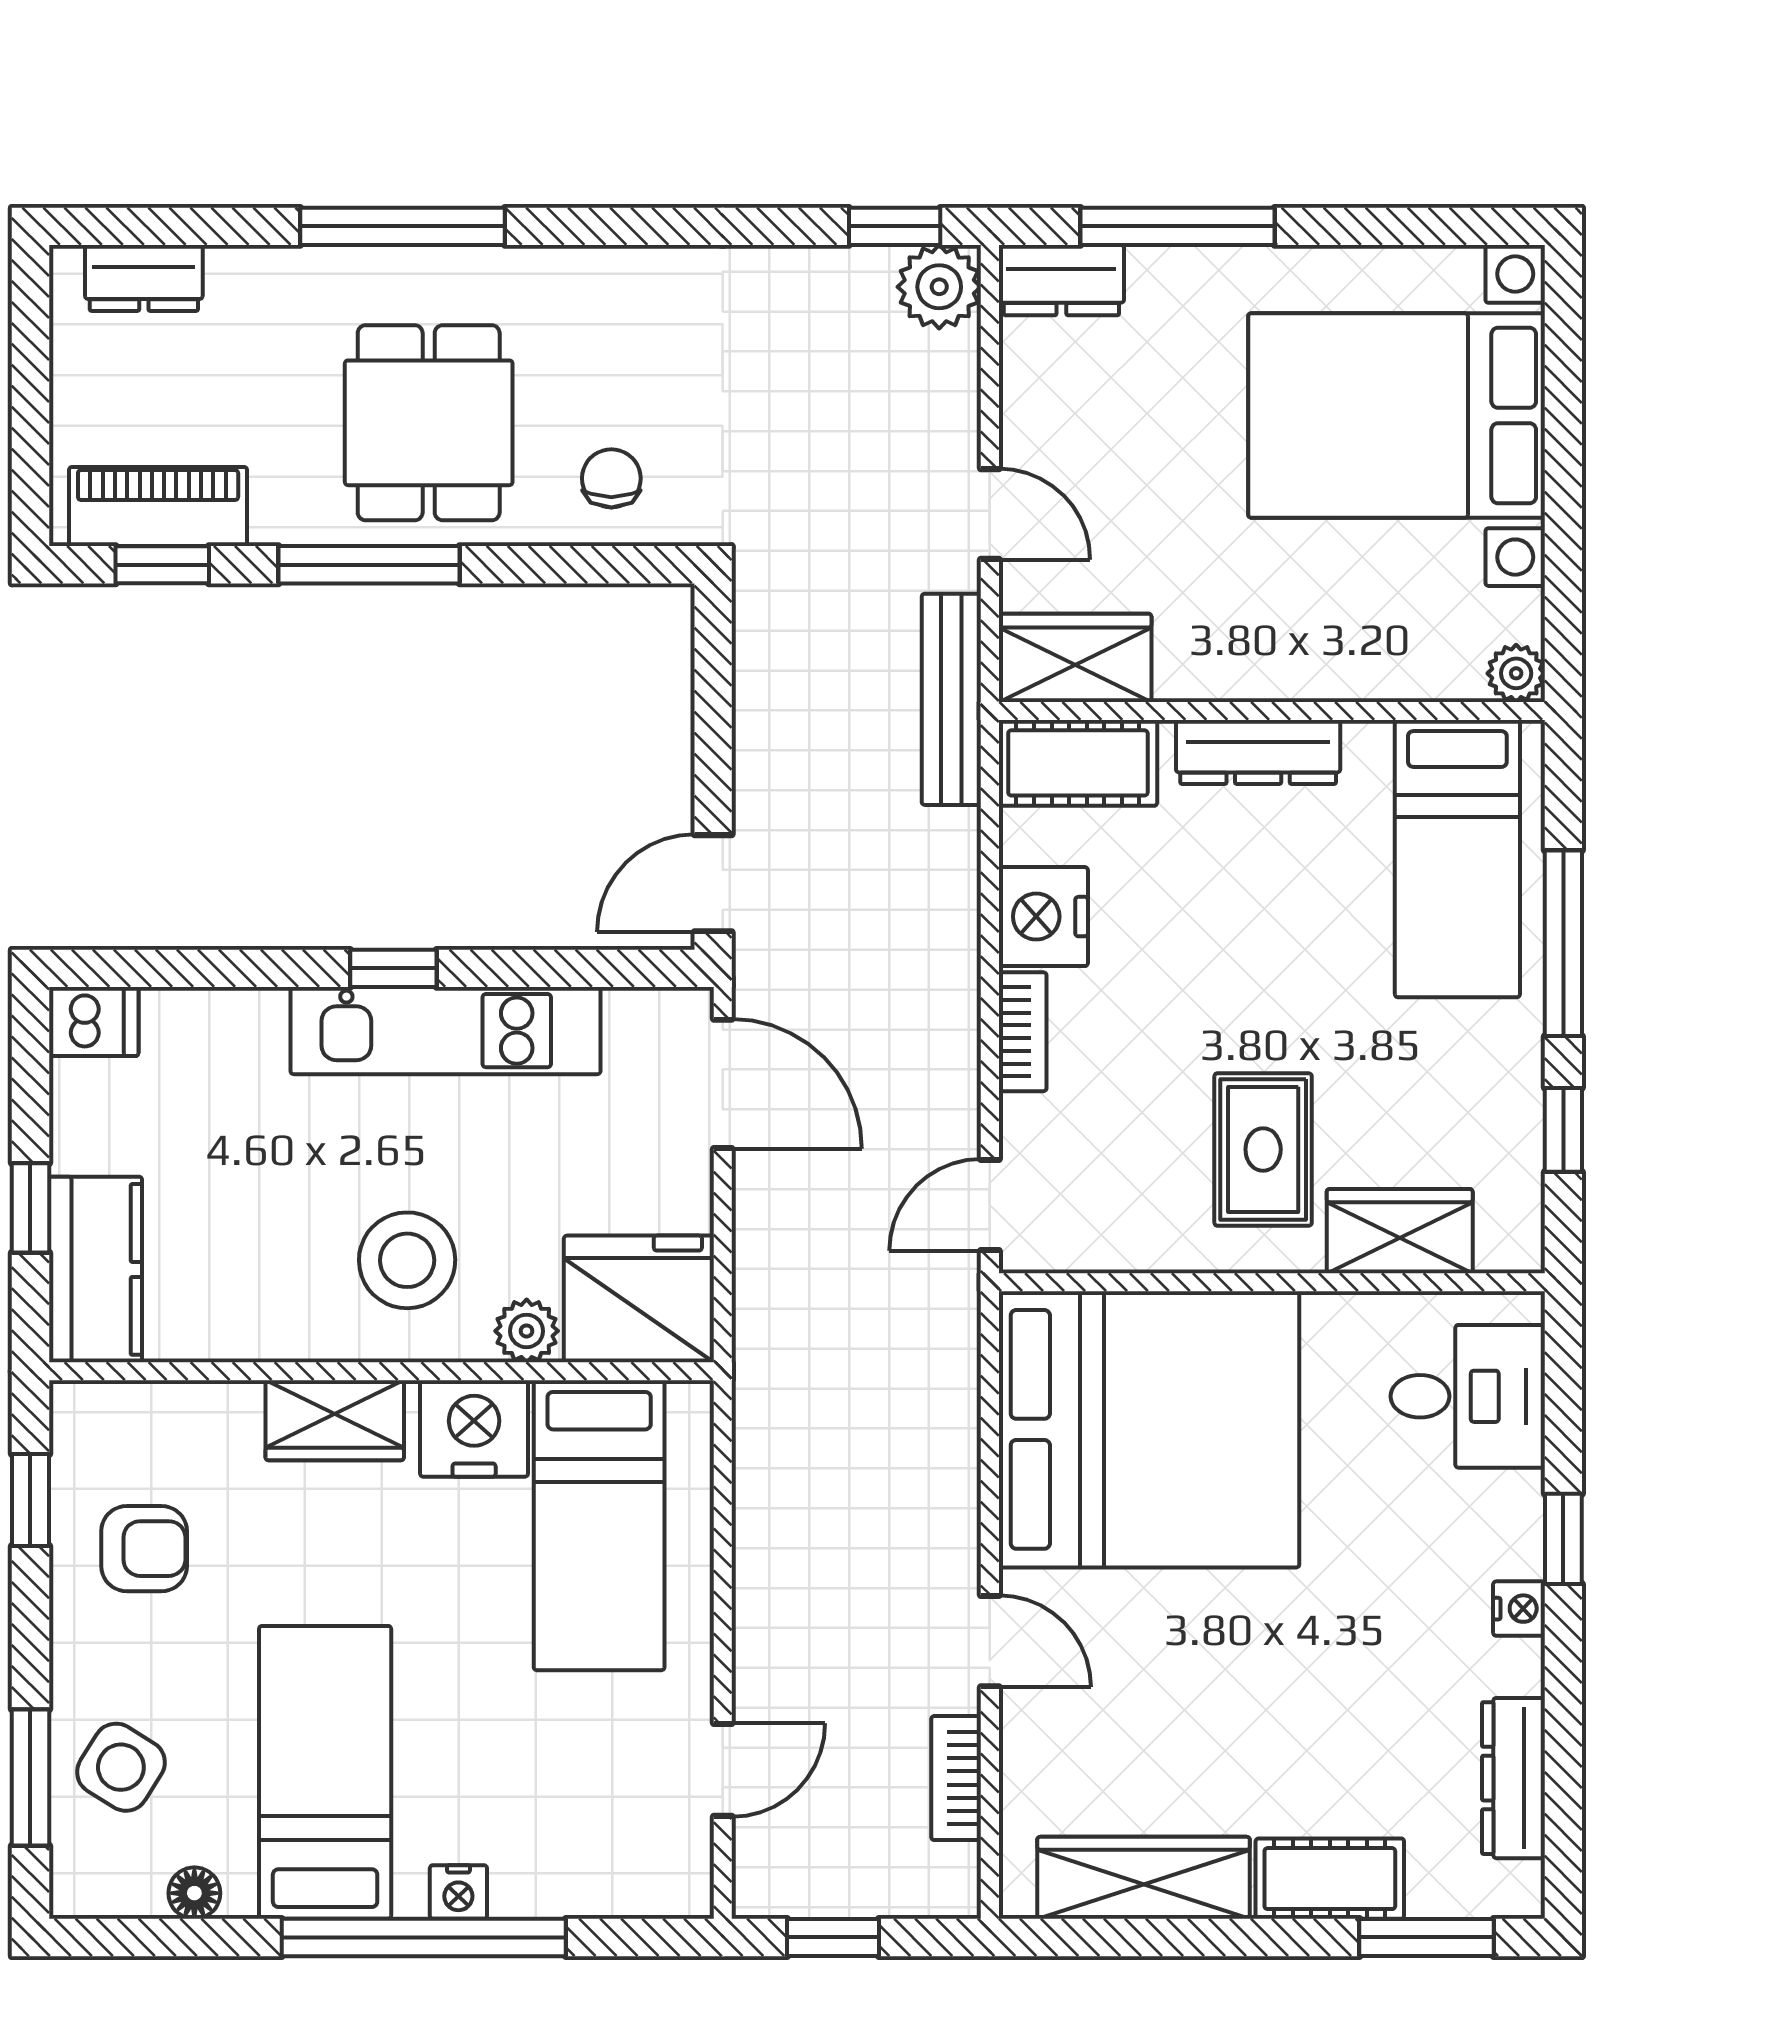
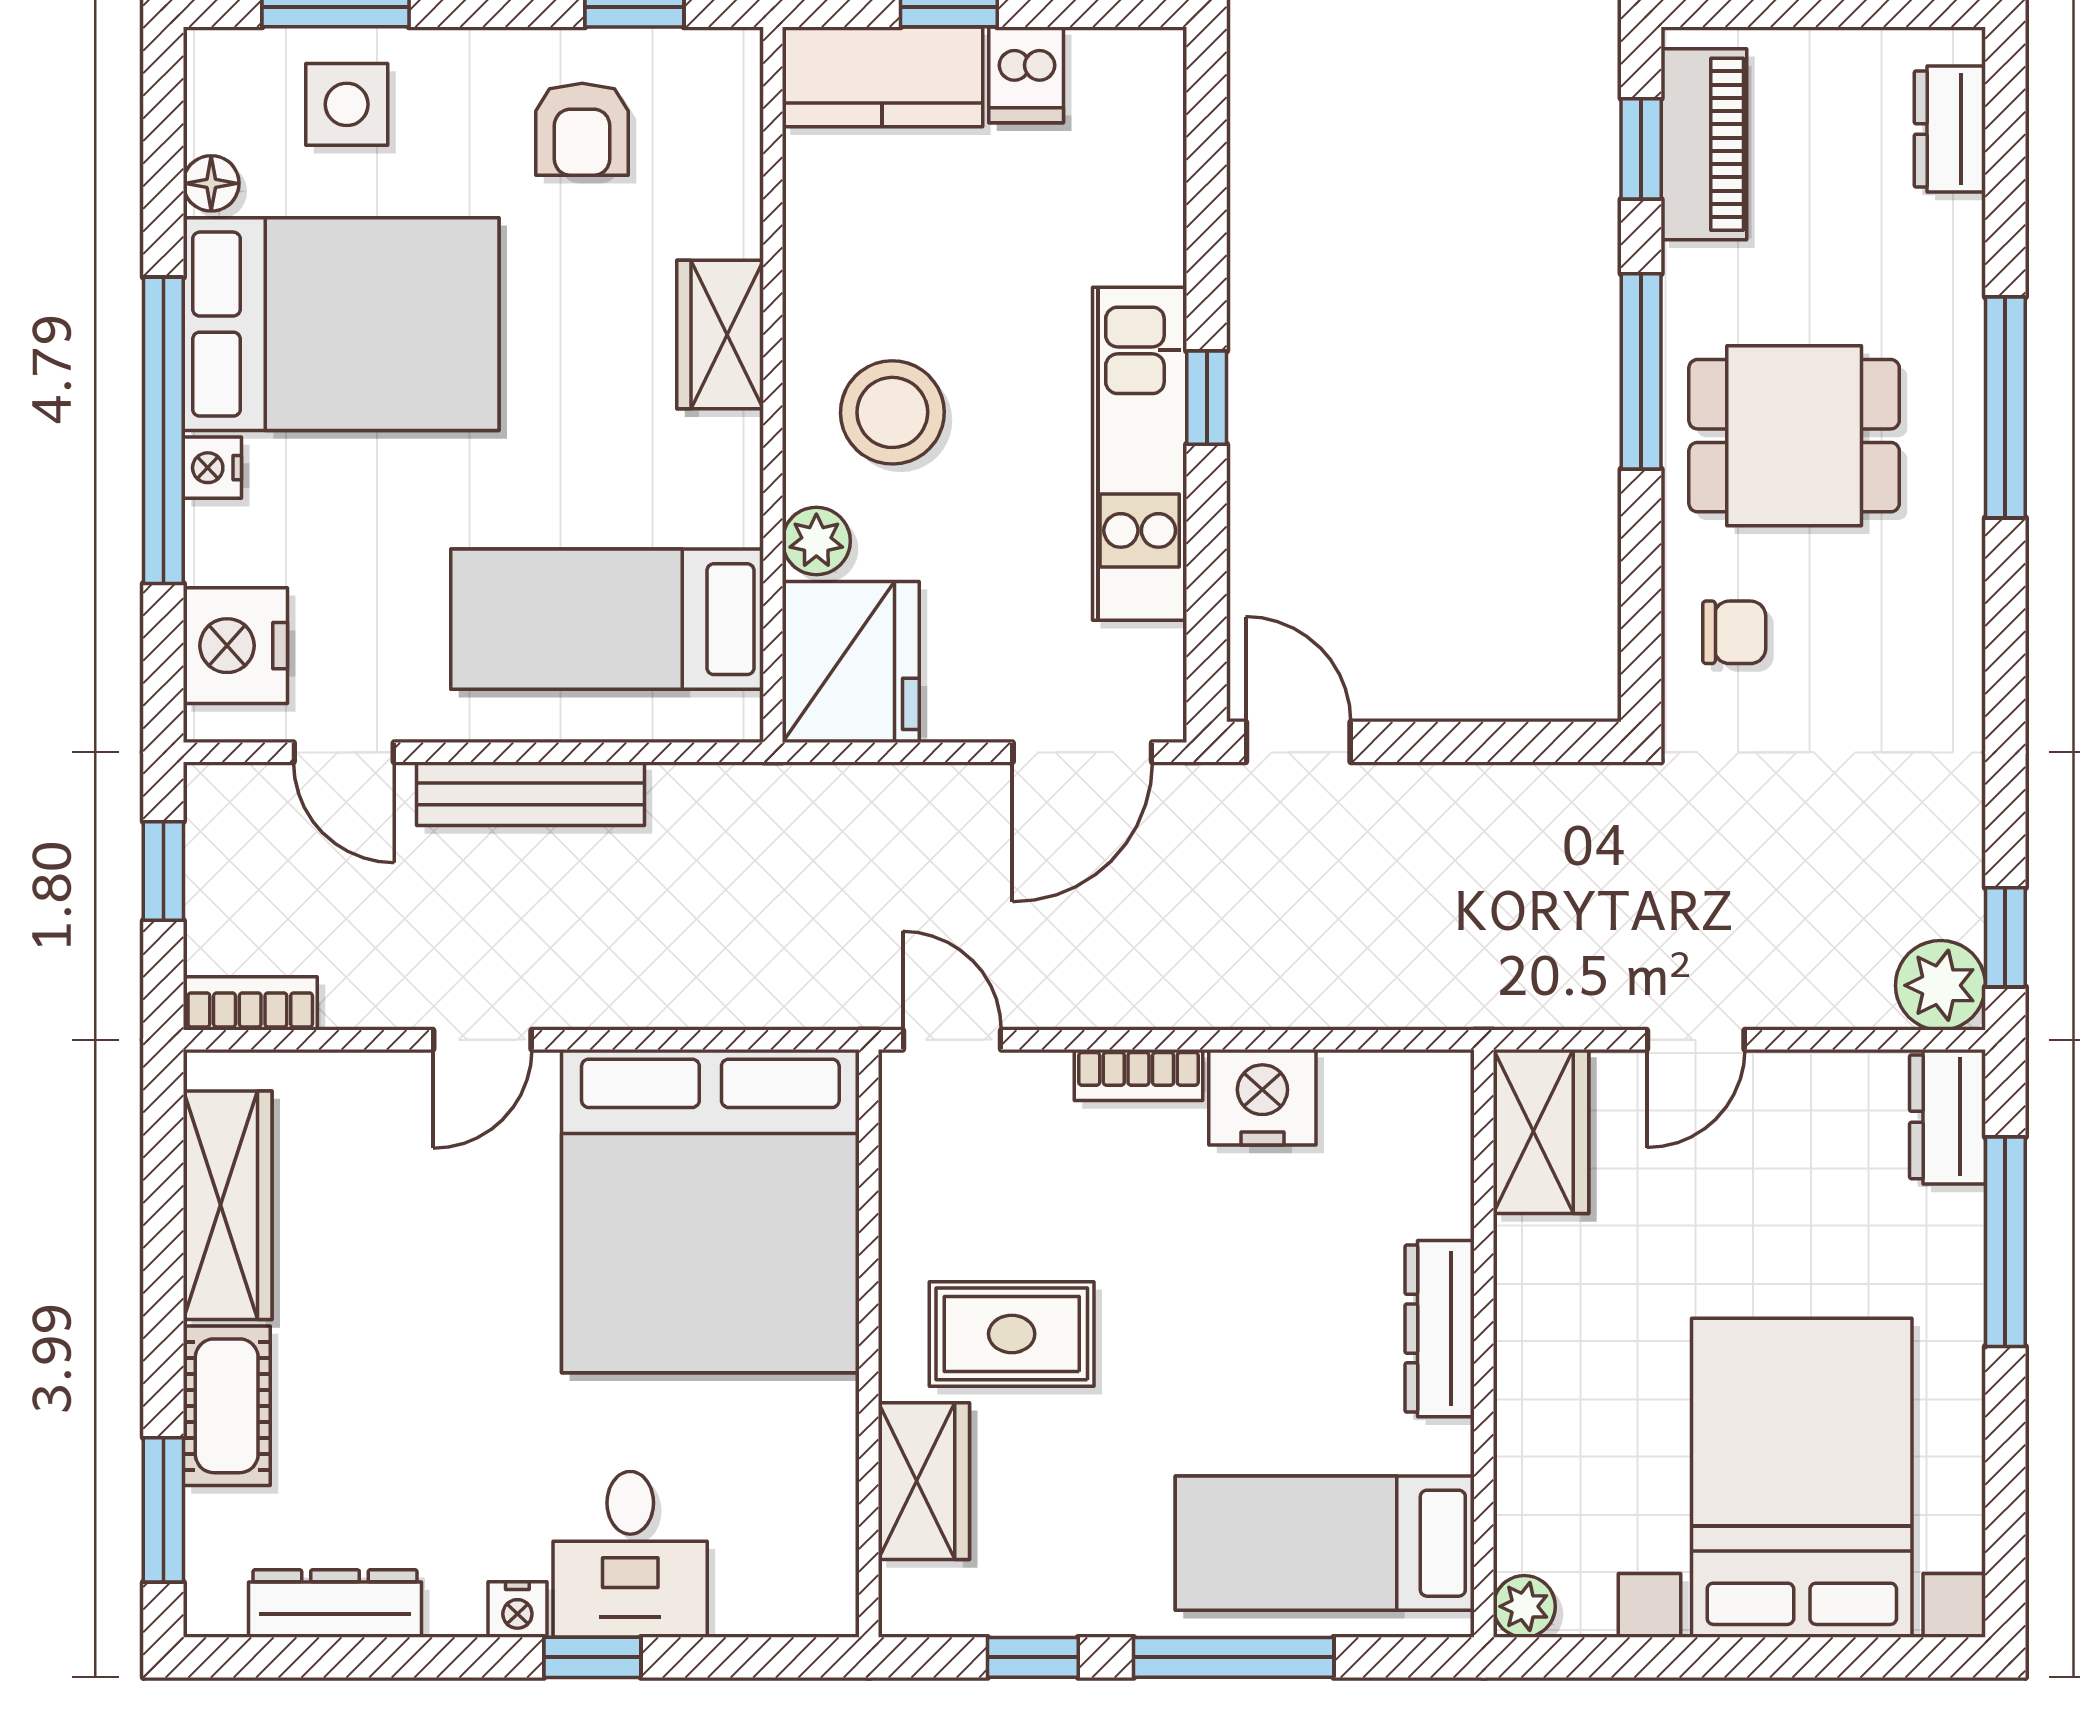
bench: (951, 699) -> (530, 794), moved
cot: (1078, 763) -> (1428, 1135), removed
dishwasher: (94, 1022) -> (1026, 75), moved
desk: (1468, 1396) -> (630, 1554), moved
nightstand: (474, 1429) -> (235, 646), moved, turned 180
side table: (121, 1767) -> (347, 104), turned -32
bed: (325, 1772) -> (341, 324), width x1.50
bookcase: (956, 1778) -> (250, 1003), moved

